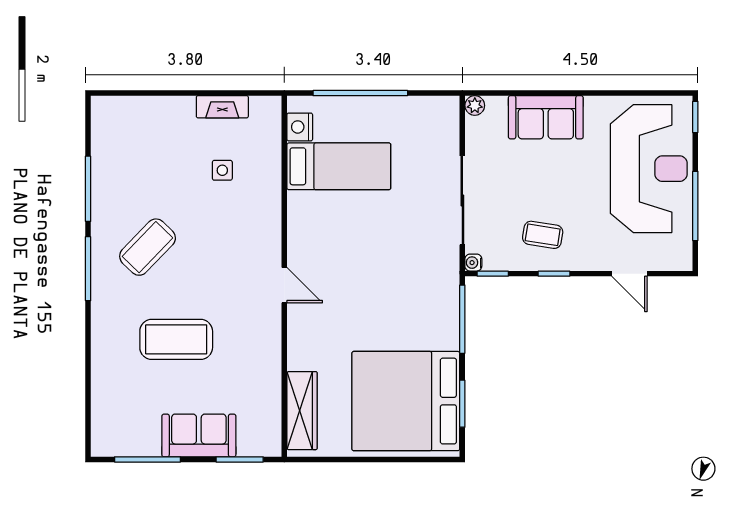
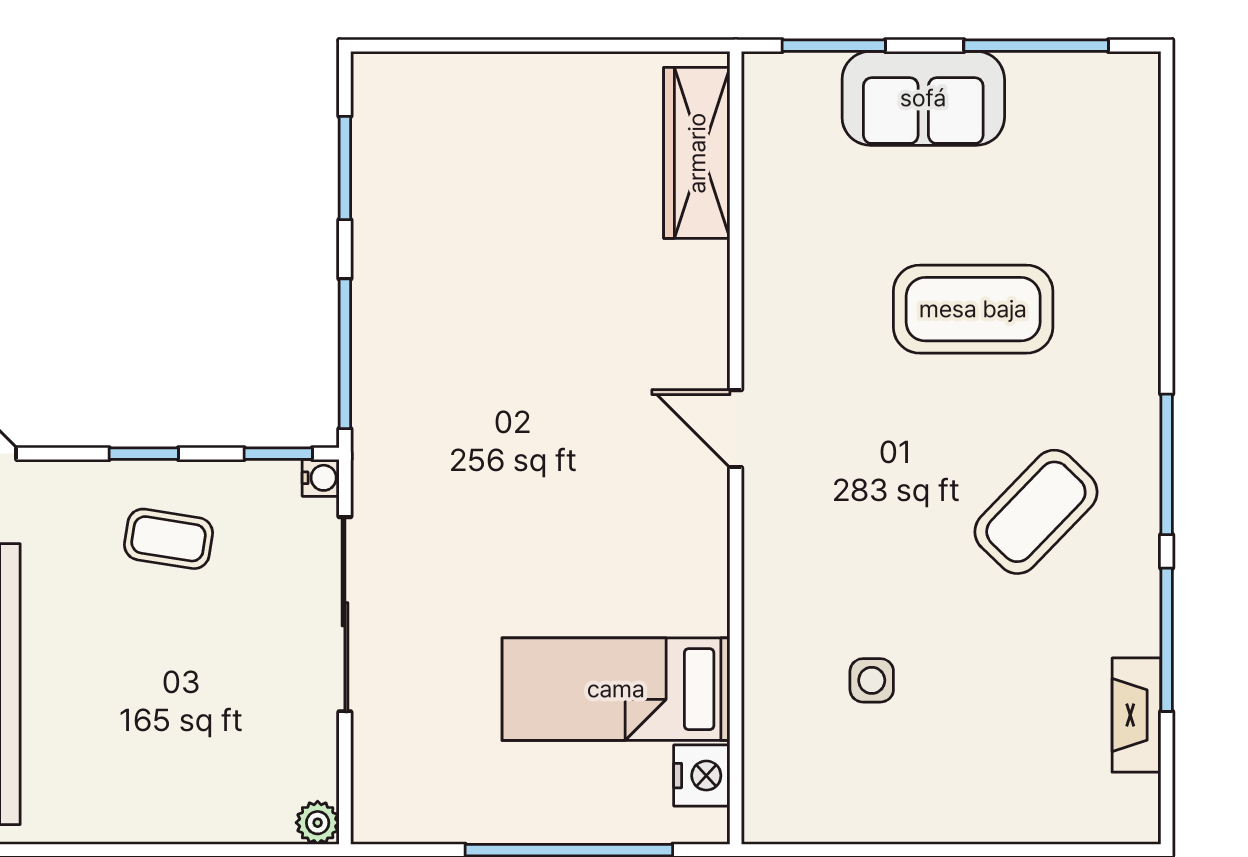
fireplace: (222, 107) -> (1136, 715), moved, turned -90
sofa: (546, 117) -> (162, 797), removed
bed: (406, 401) -> (469, 174), removed

